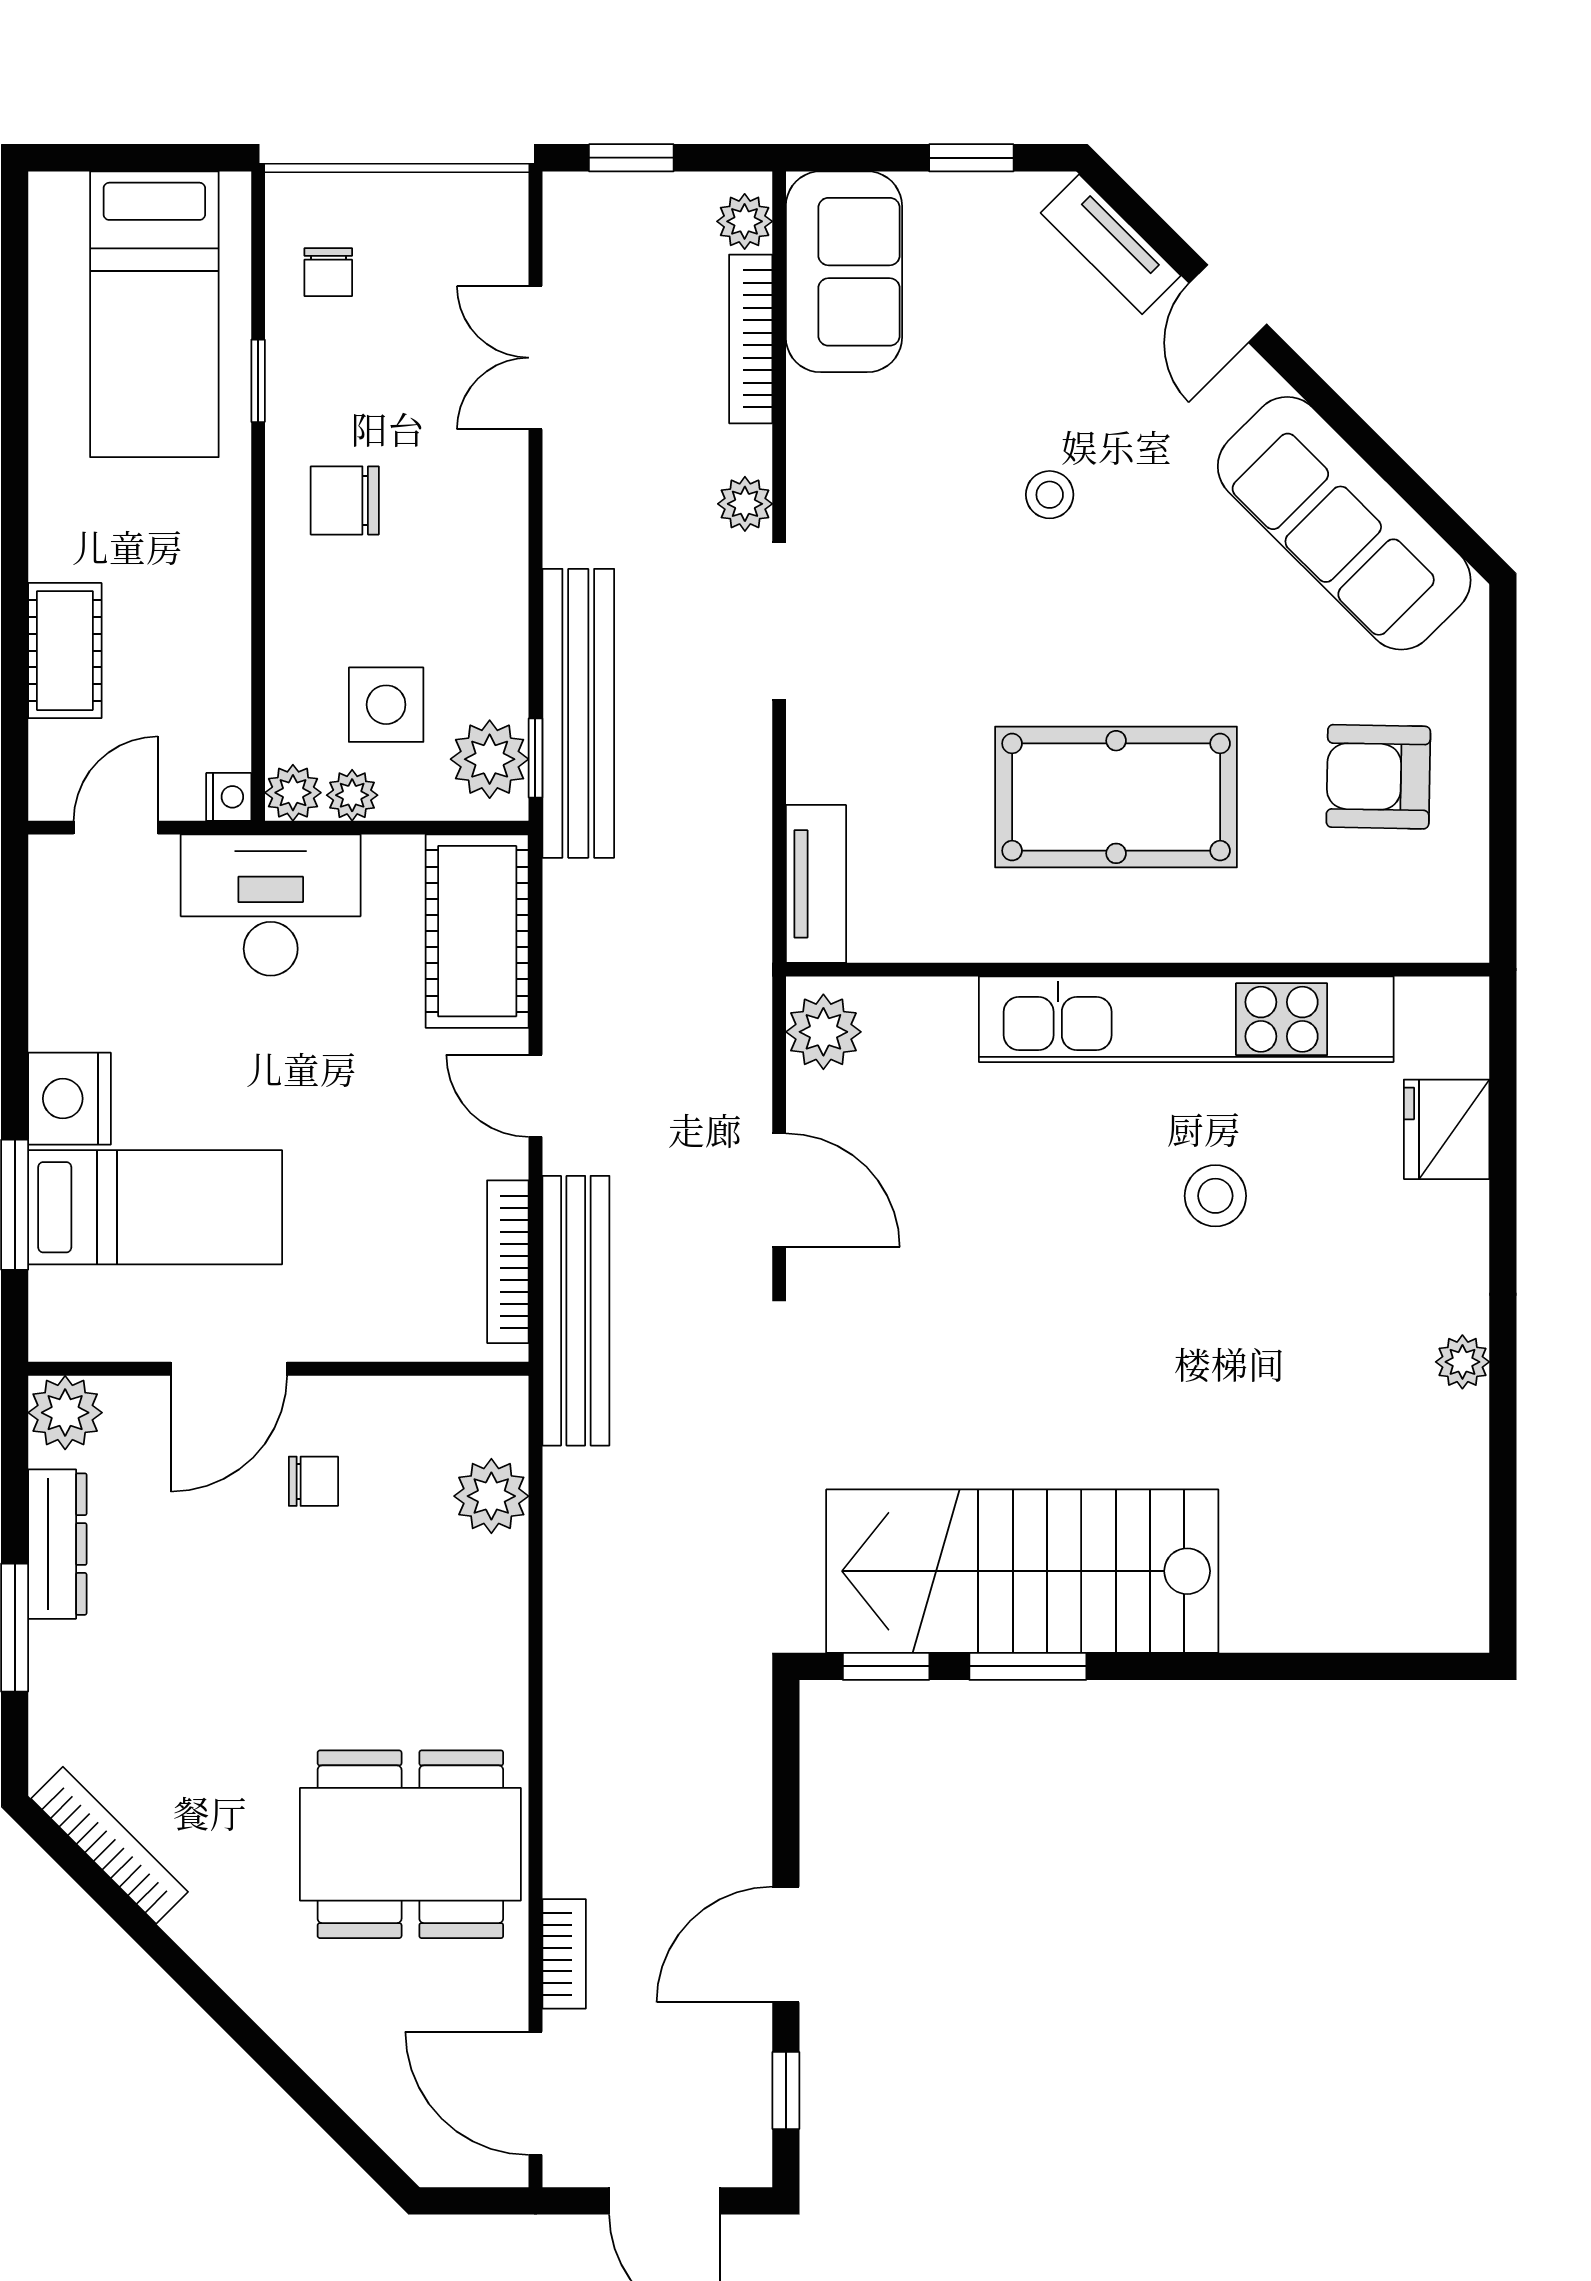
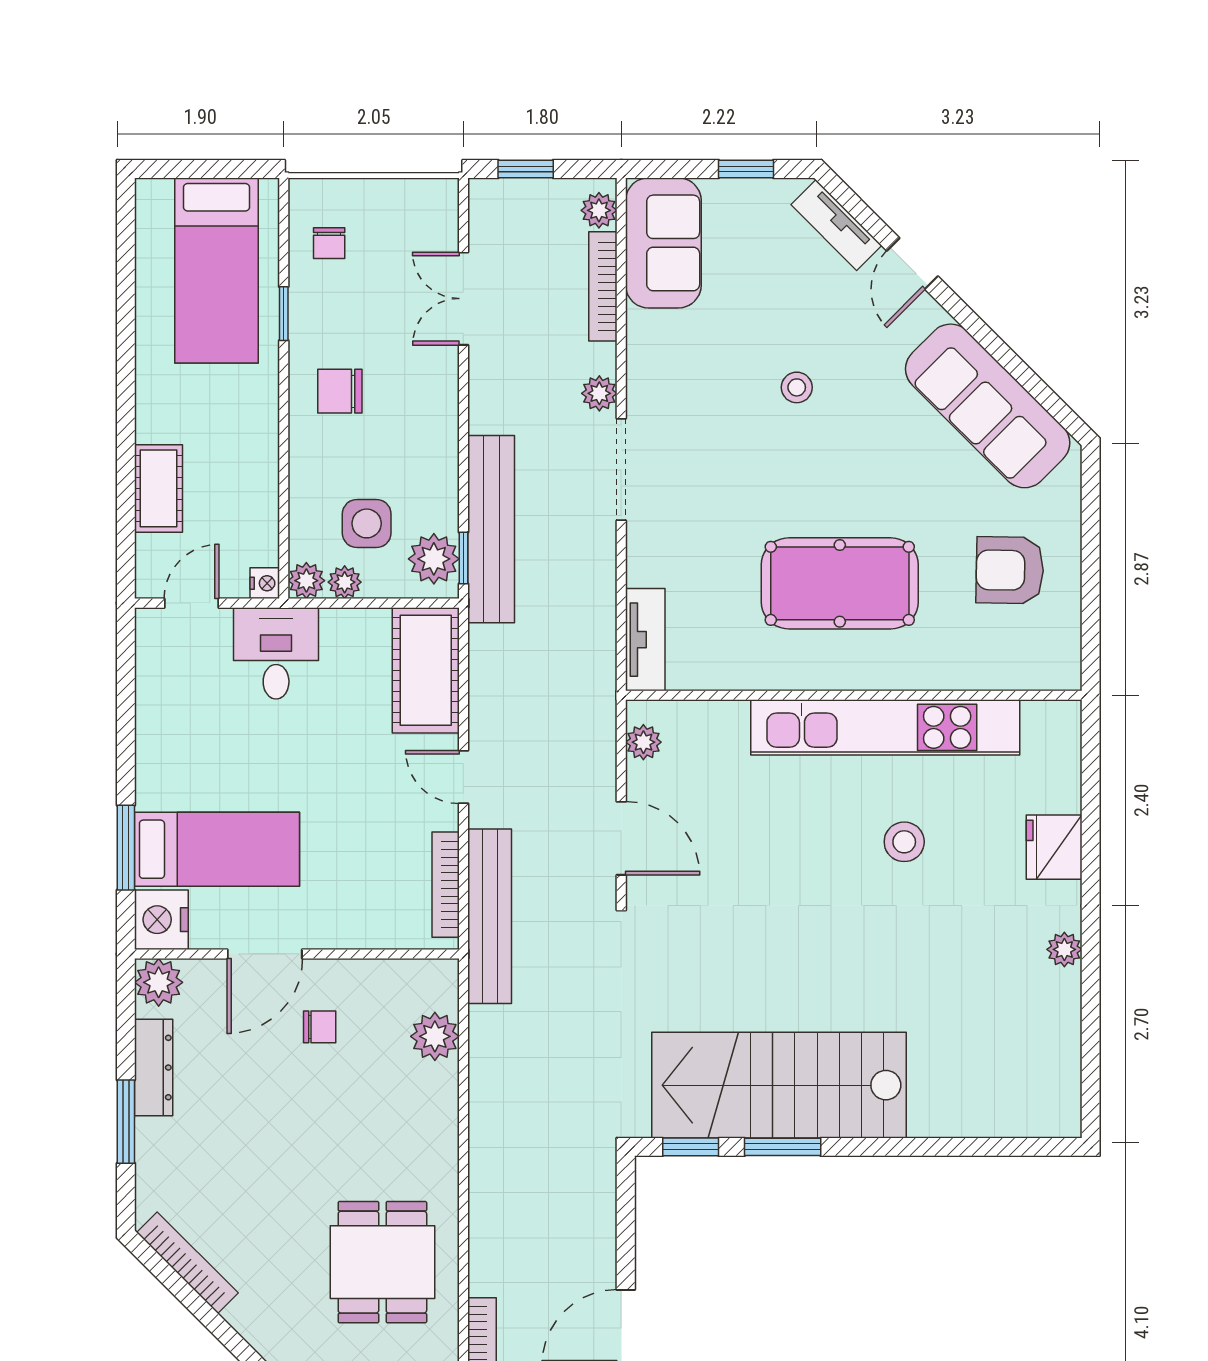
desk: (271, 905) -> (276, 653), width x0.73
plant: (823, 1032) -> (643, 742), width x0.73, depth x0.73
nightstand: (69, 1099) -> (161, 920), moved
fridge: (1447, 1129) -> (1054, 847), moved
dining table: (410, 1844) -> (382, 1262), width x0.73

